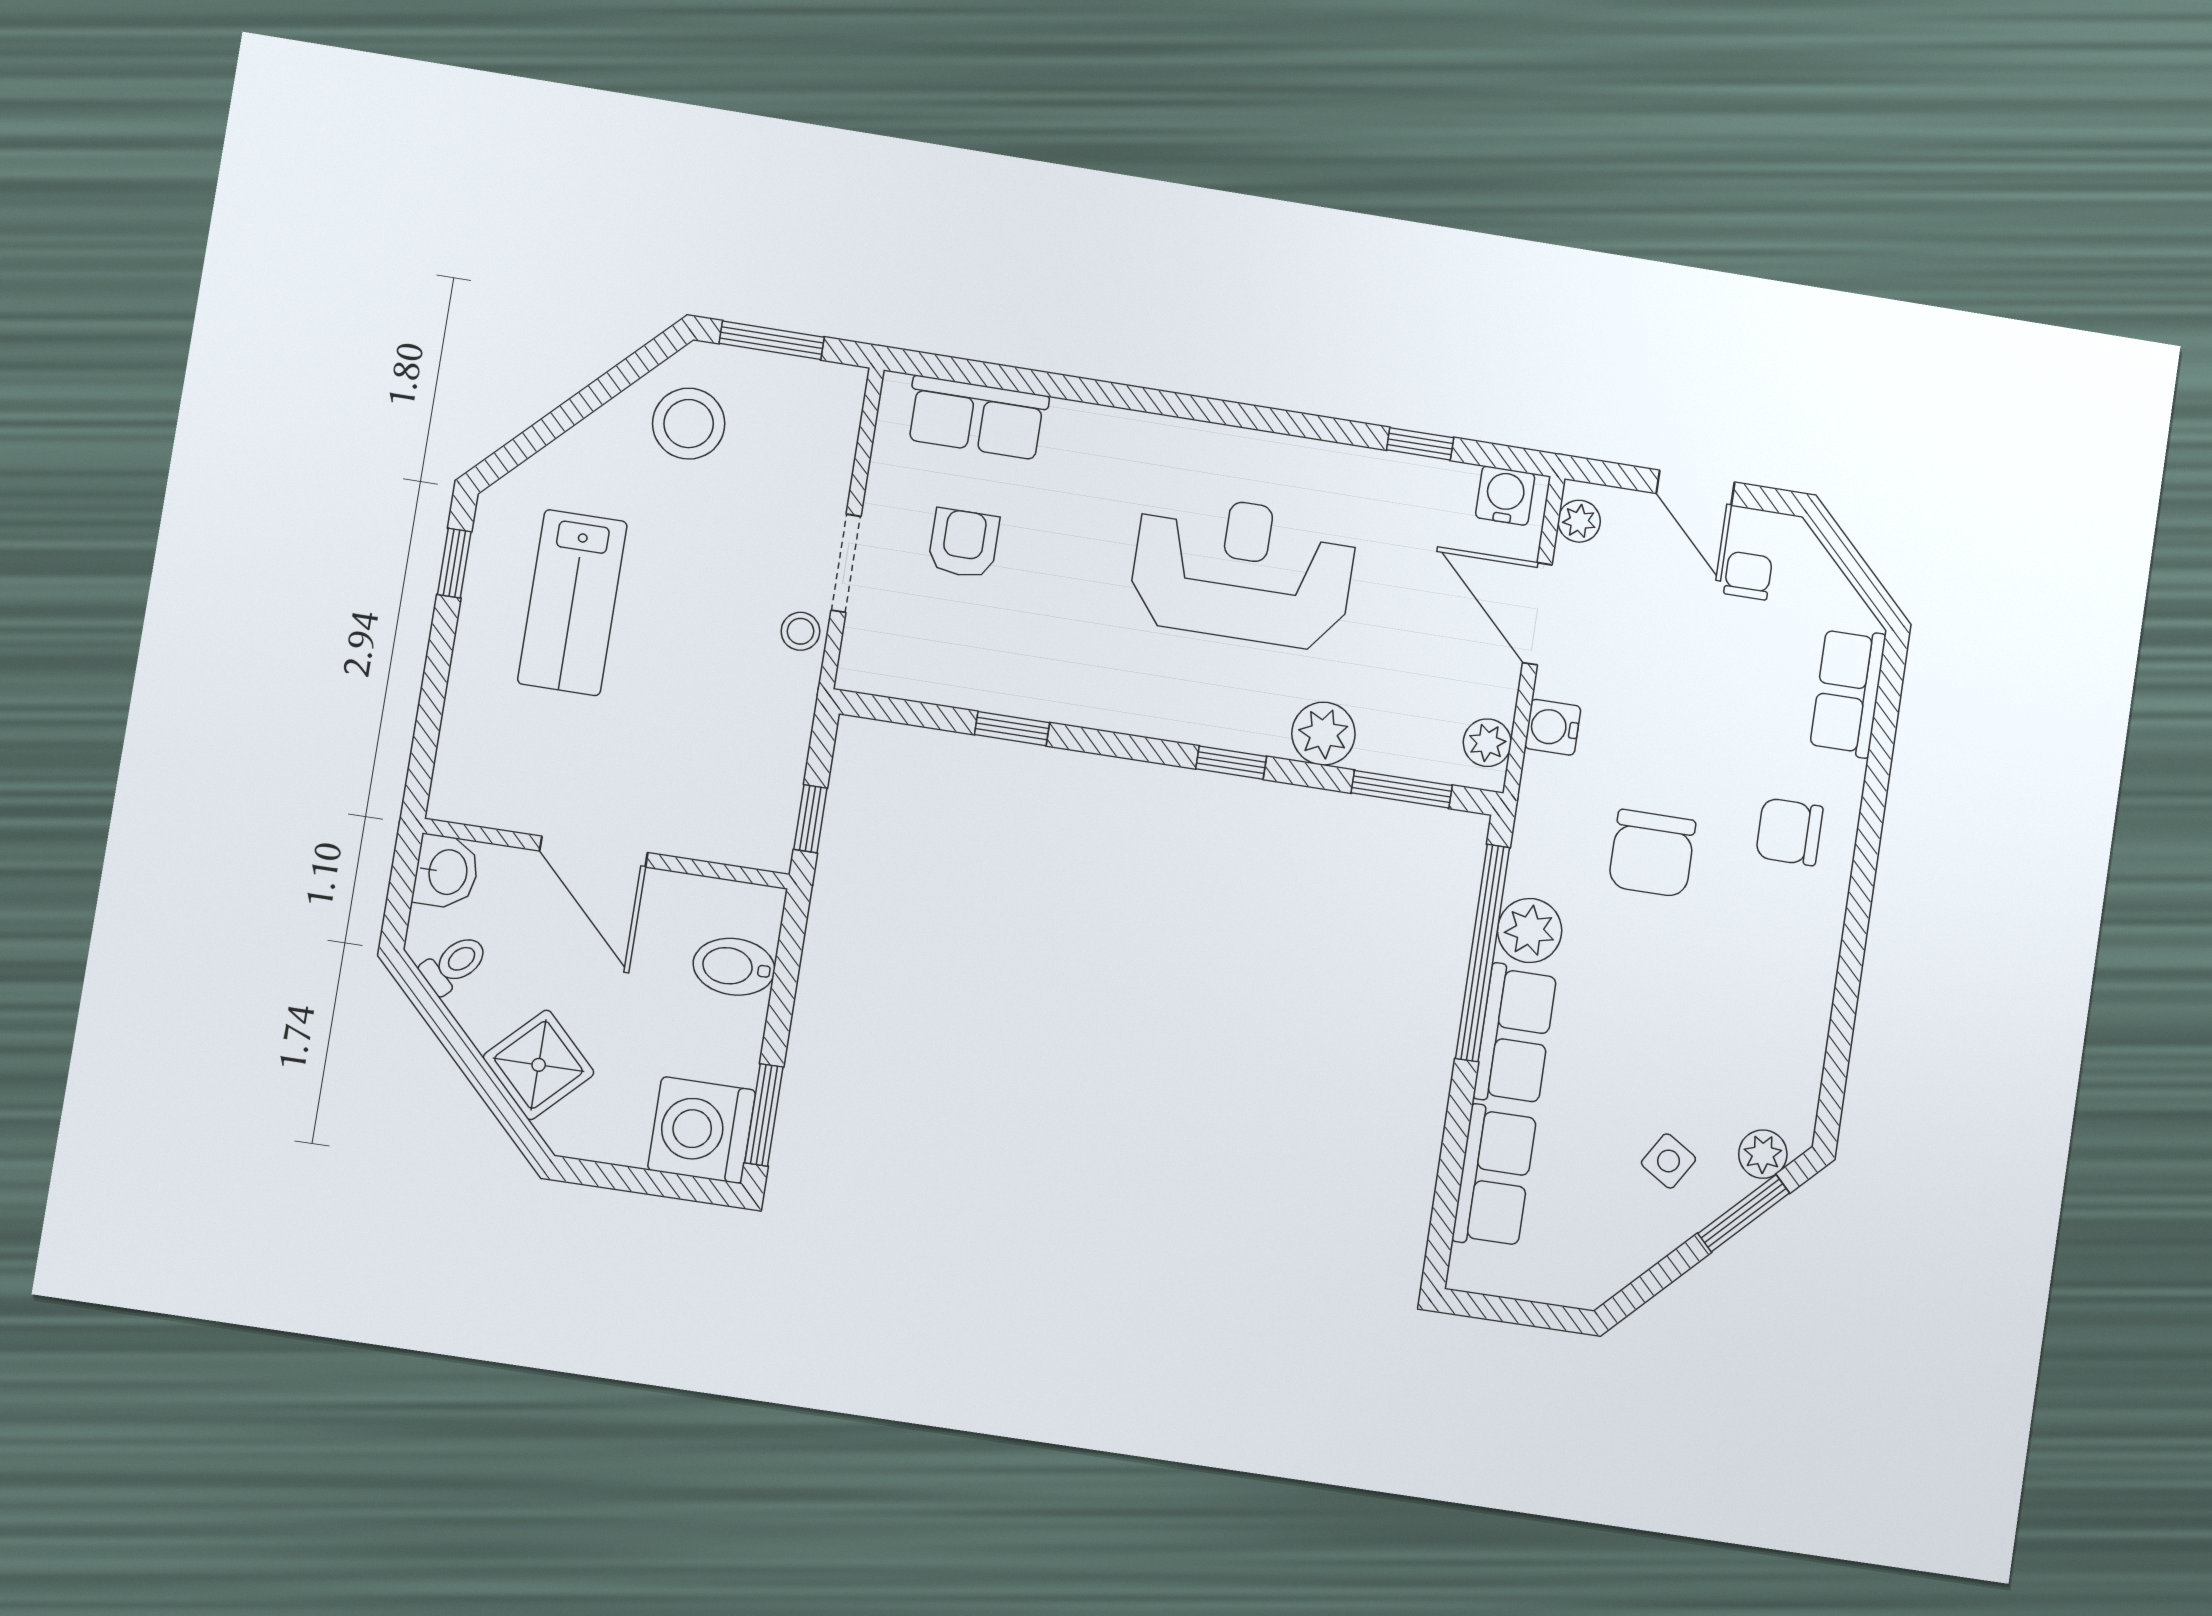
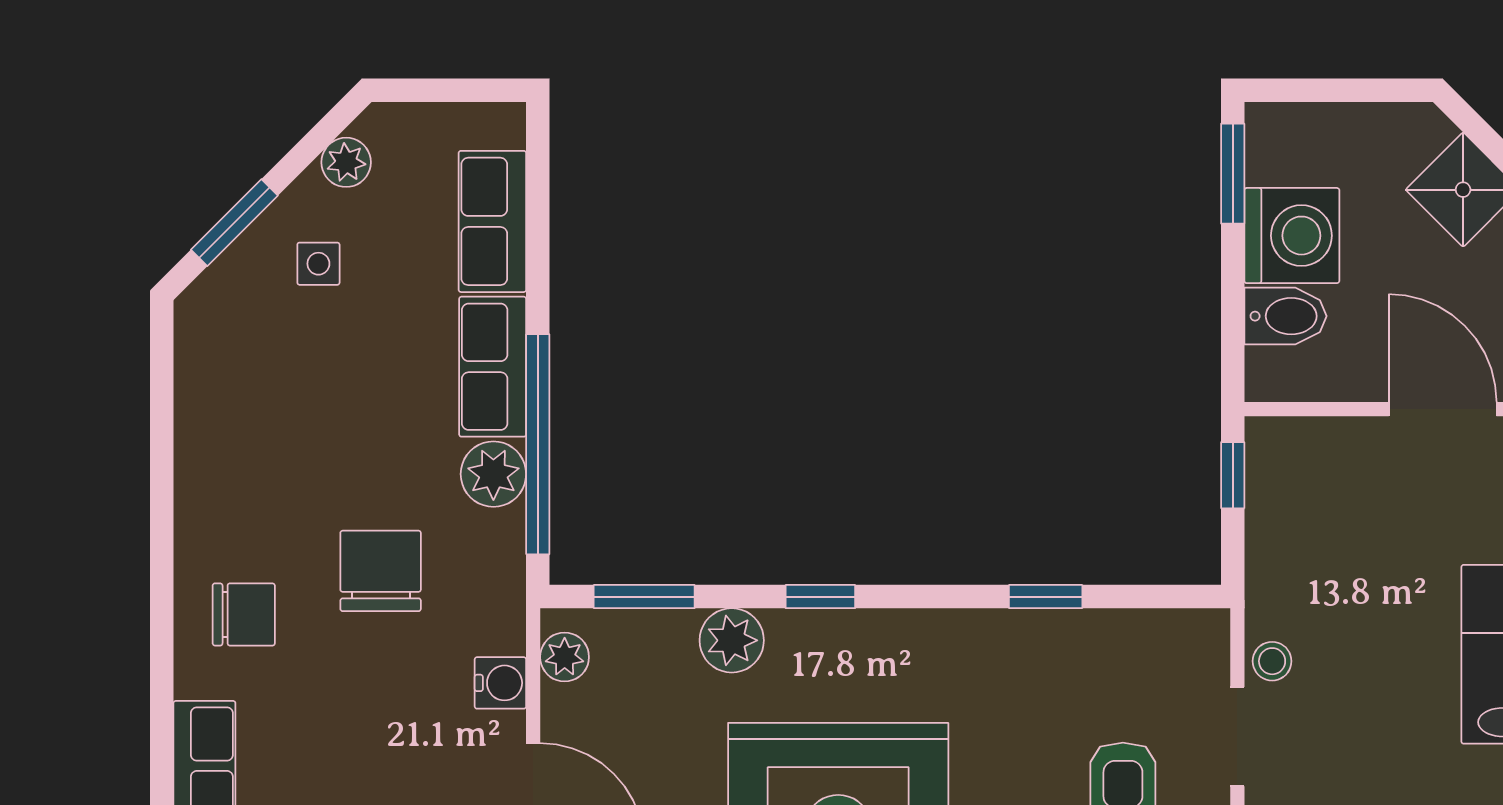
washing machine: (702, 1130) -> (1292, 236), moved
plant: (1763, 1154) -> (346, 162), moved
side table: (1668, 1161) -> (318, 264), turned -32

